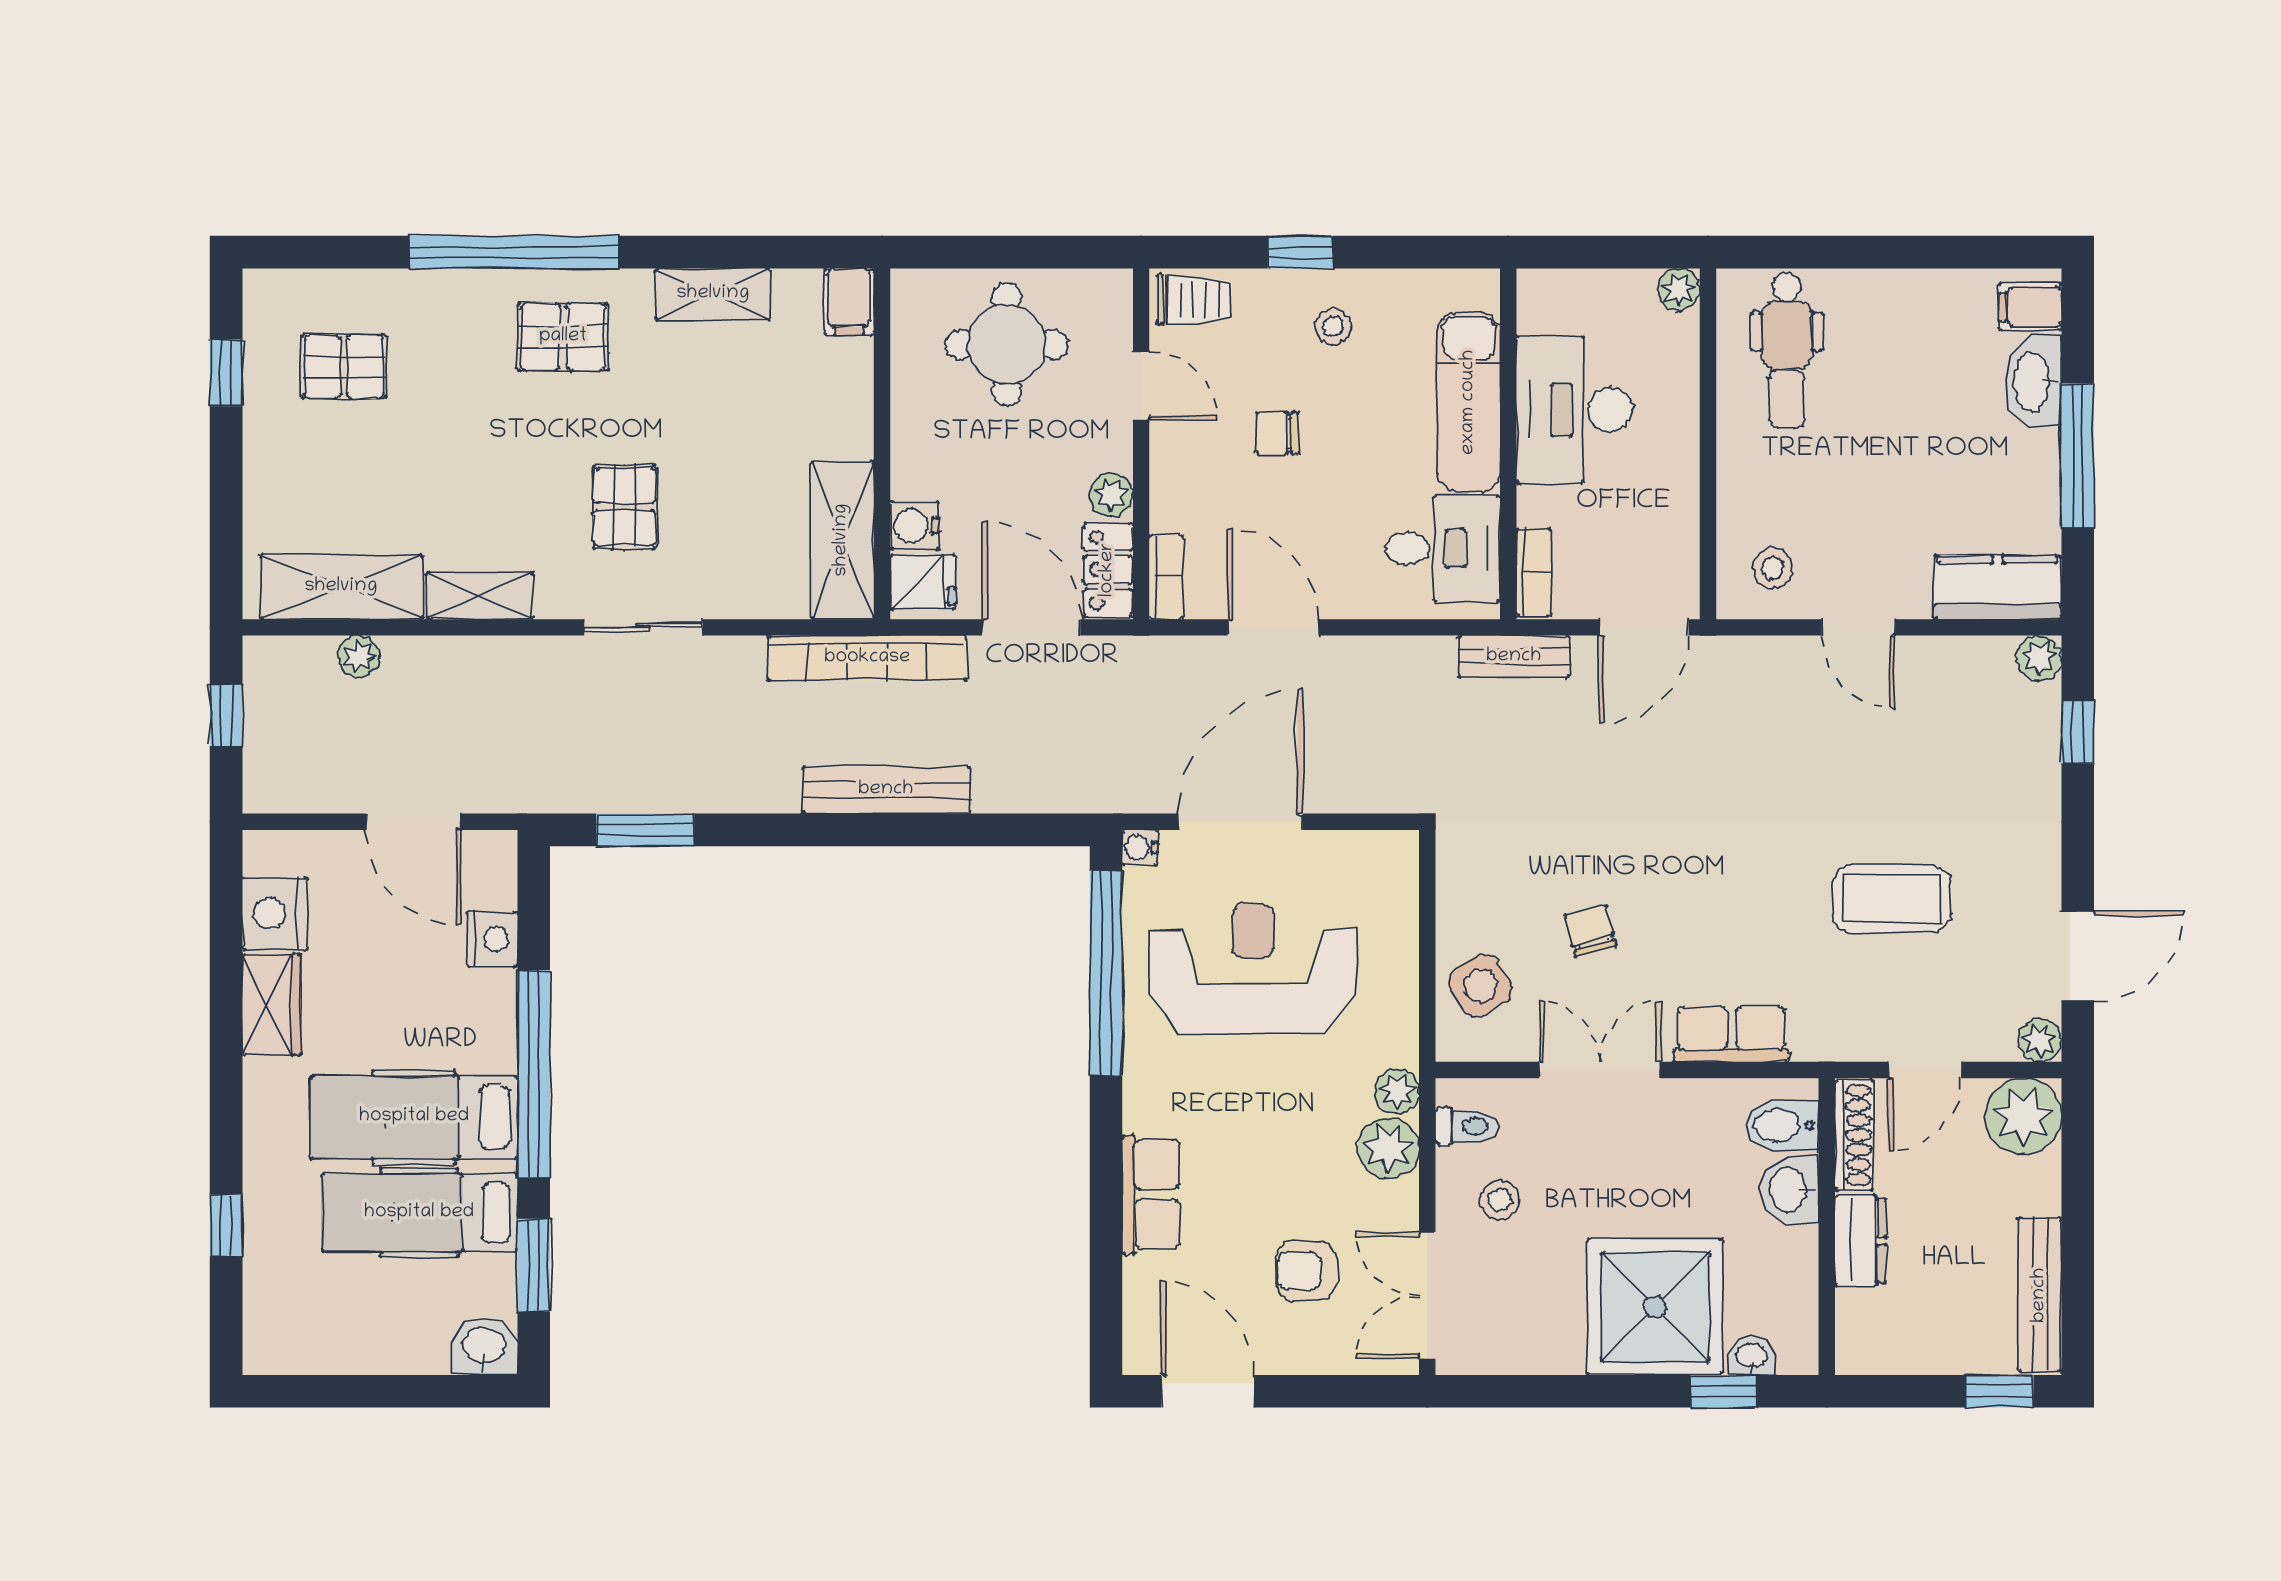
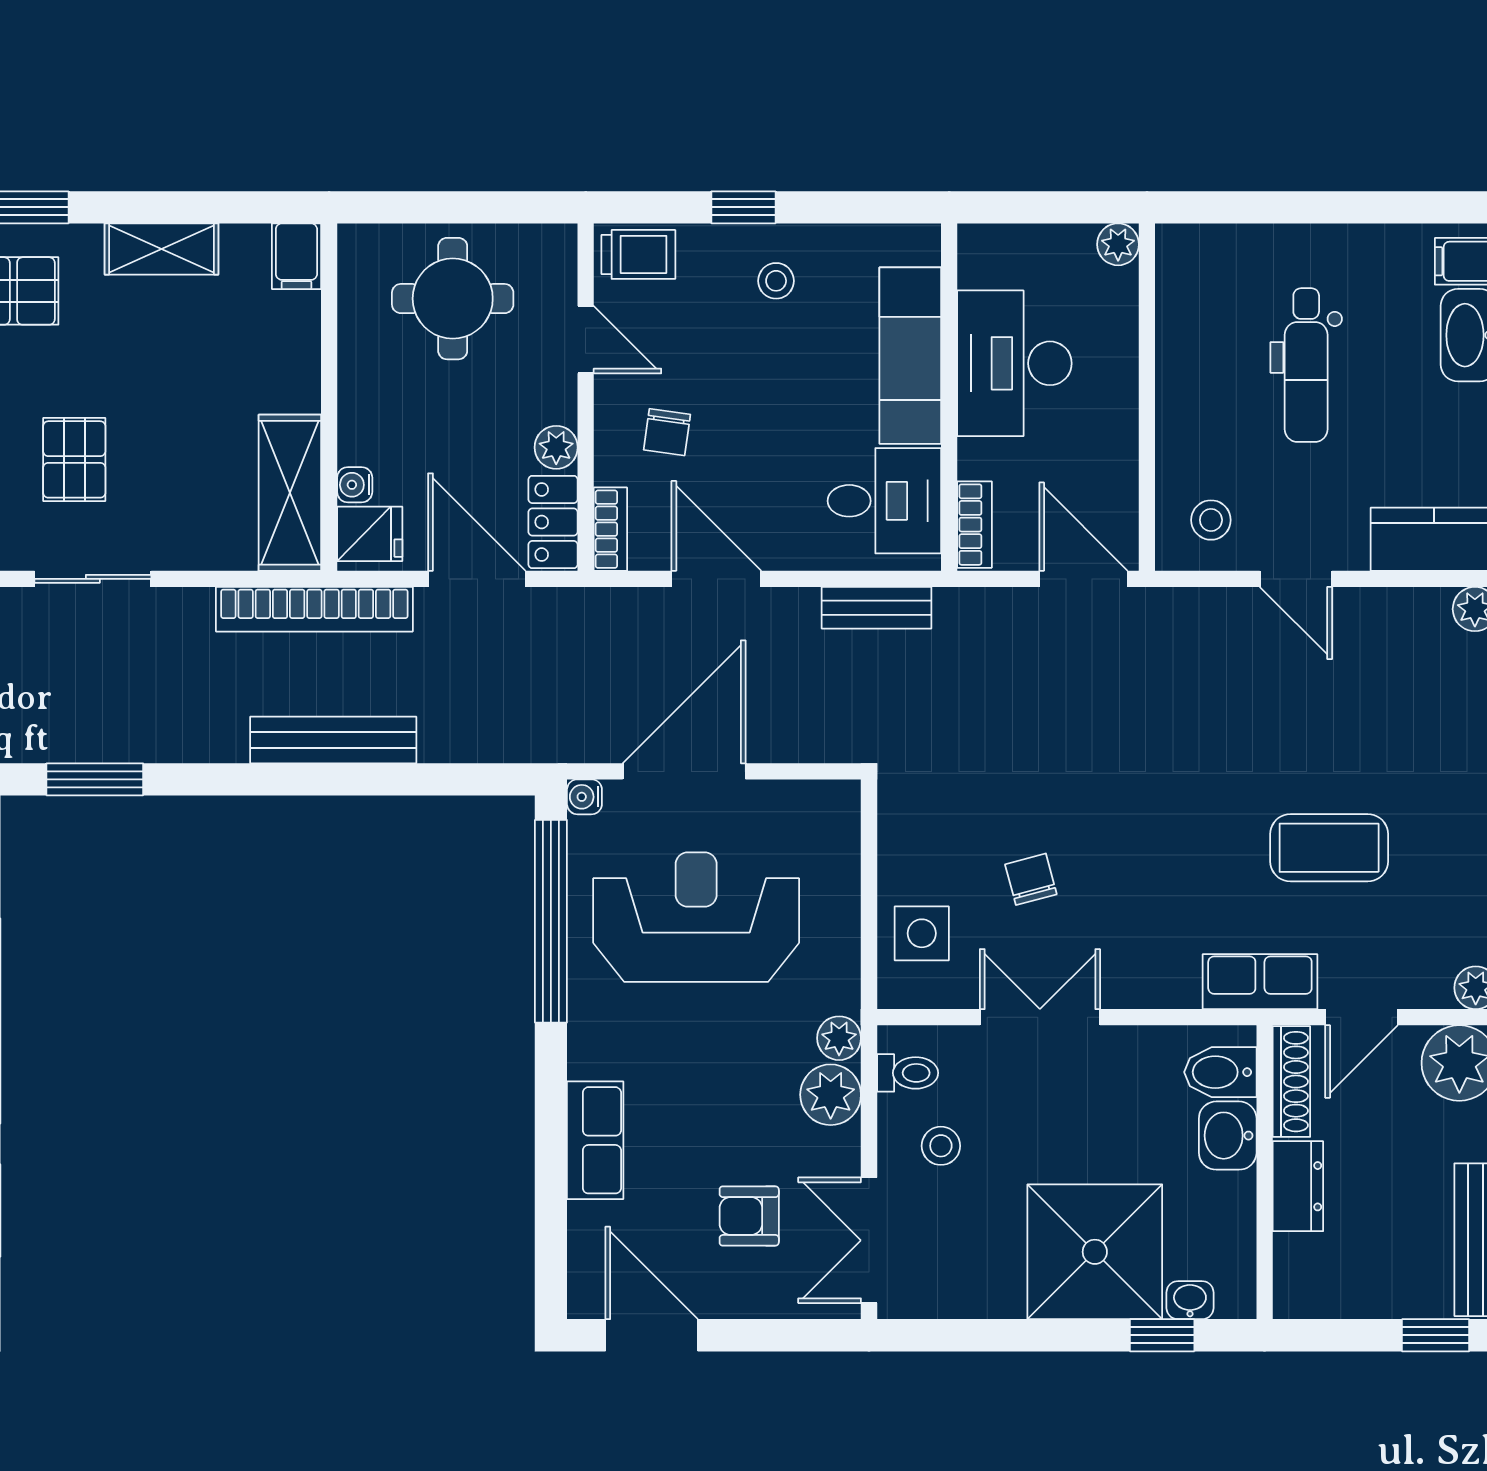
dental chair: (1787, 351) -> (1306, 365), moved
chair: (1277, 433) -> (667, 432), moved, turned -82
water cooler: (915, 526) -> (355, 485), width x0.72, depth x0.72
door: (1644, 627) -> (1084, 579), swing flipped
bench: (1514, 657) -> (876, 608), moved
side table: (1480, 985) -> (922, 933), turned 31
row of seats: (1731, 1034) -> (1260, 982), moved

